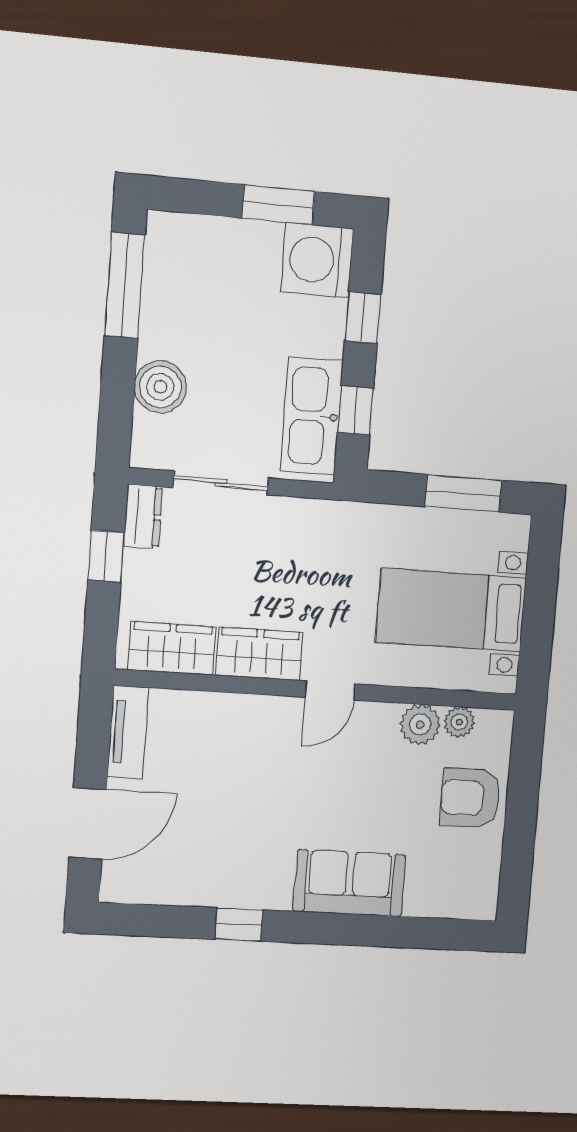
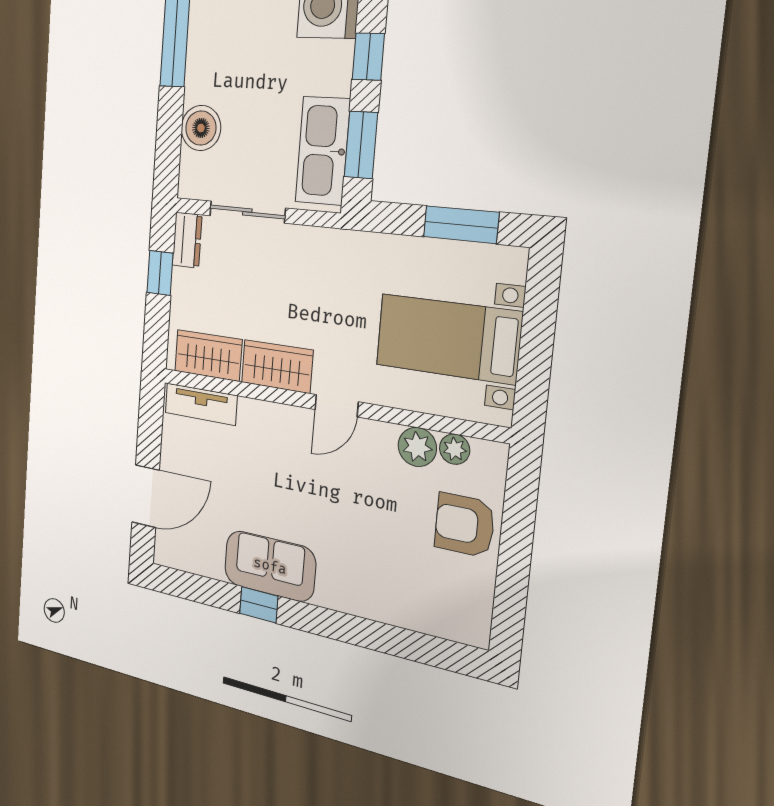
window: (355, 410) -> (361, 145), width x1.50
tv unit: (128, 732) -> (201, 404), moved, turned 90
sofa: (349, 883) -> (270, 566), moved

